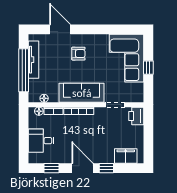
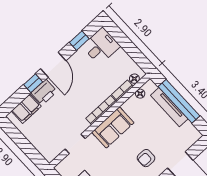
tv unit: (33, 60) -> (169, 107), moved
sofa: (82, 93) -> (113, 127), width x0.73
printer: (136, 116) -> (44, 92), moved, turned 90
desk: (41, 141) -> (101, 46), moved
door: (83, 168) -> (53, 65), hinge flipped

